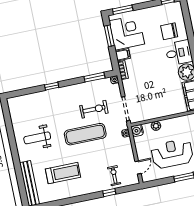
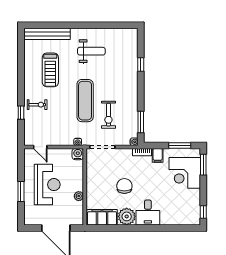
chair: (169, 31) -> (124, 186), moved
corner desk: (127, 32) -> (185, 173), moved, turned 90
window: (52, 86) -> (141, 64), moved
plant: (156, 126) -> (79, 196), moved
weight bench: (37, 138) -> (91, 51), turned 90
exercise bike: (114, 176) -> (37, 105), moved

